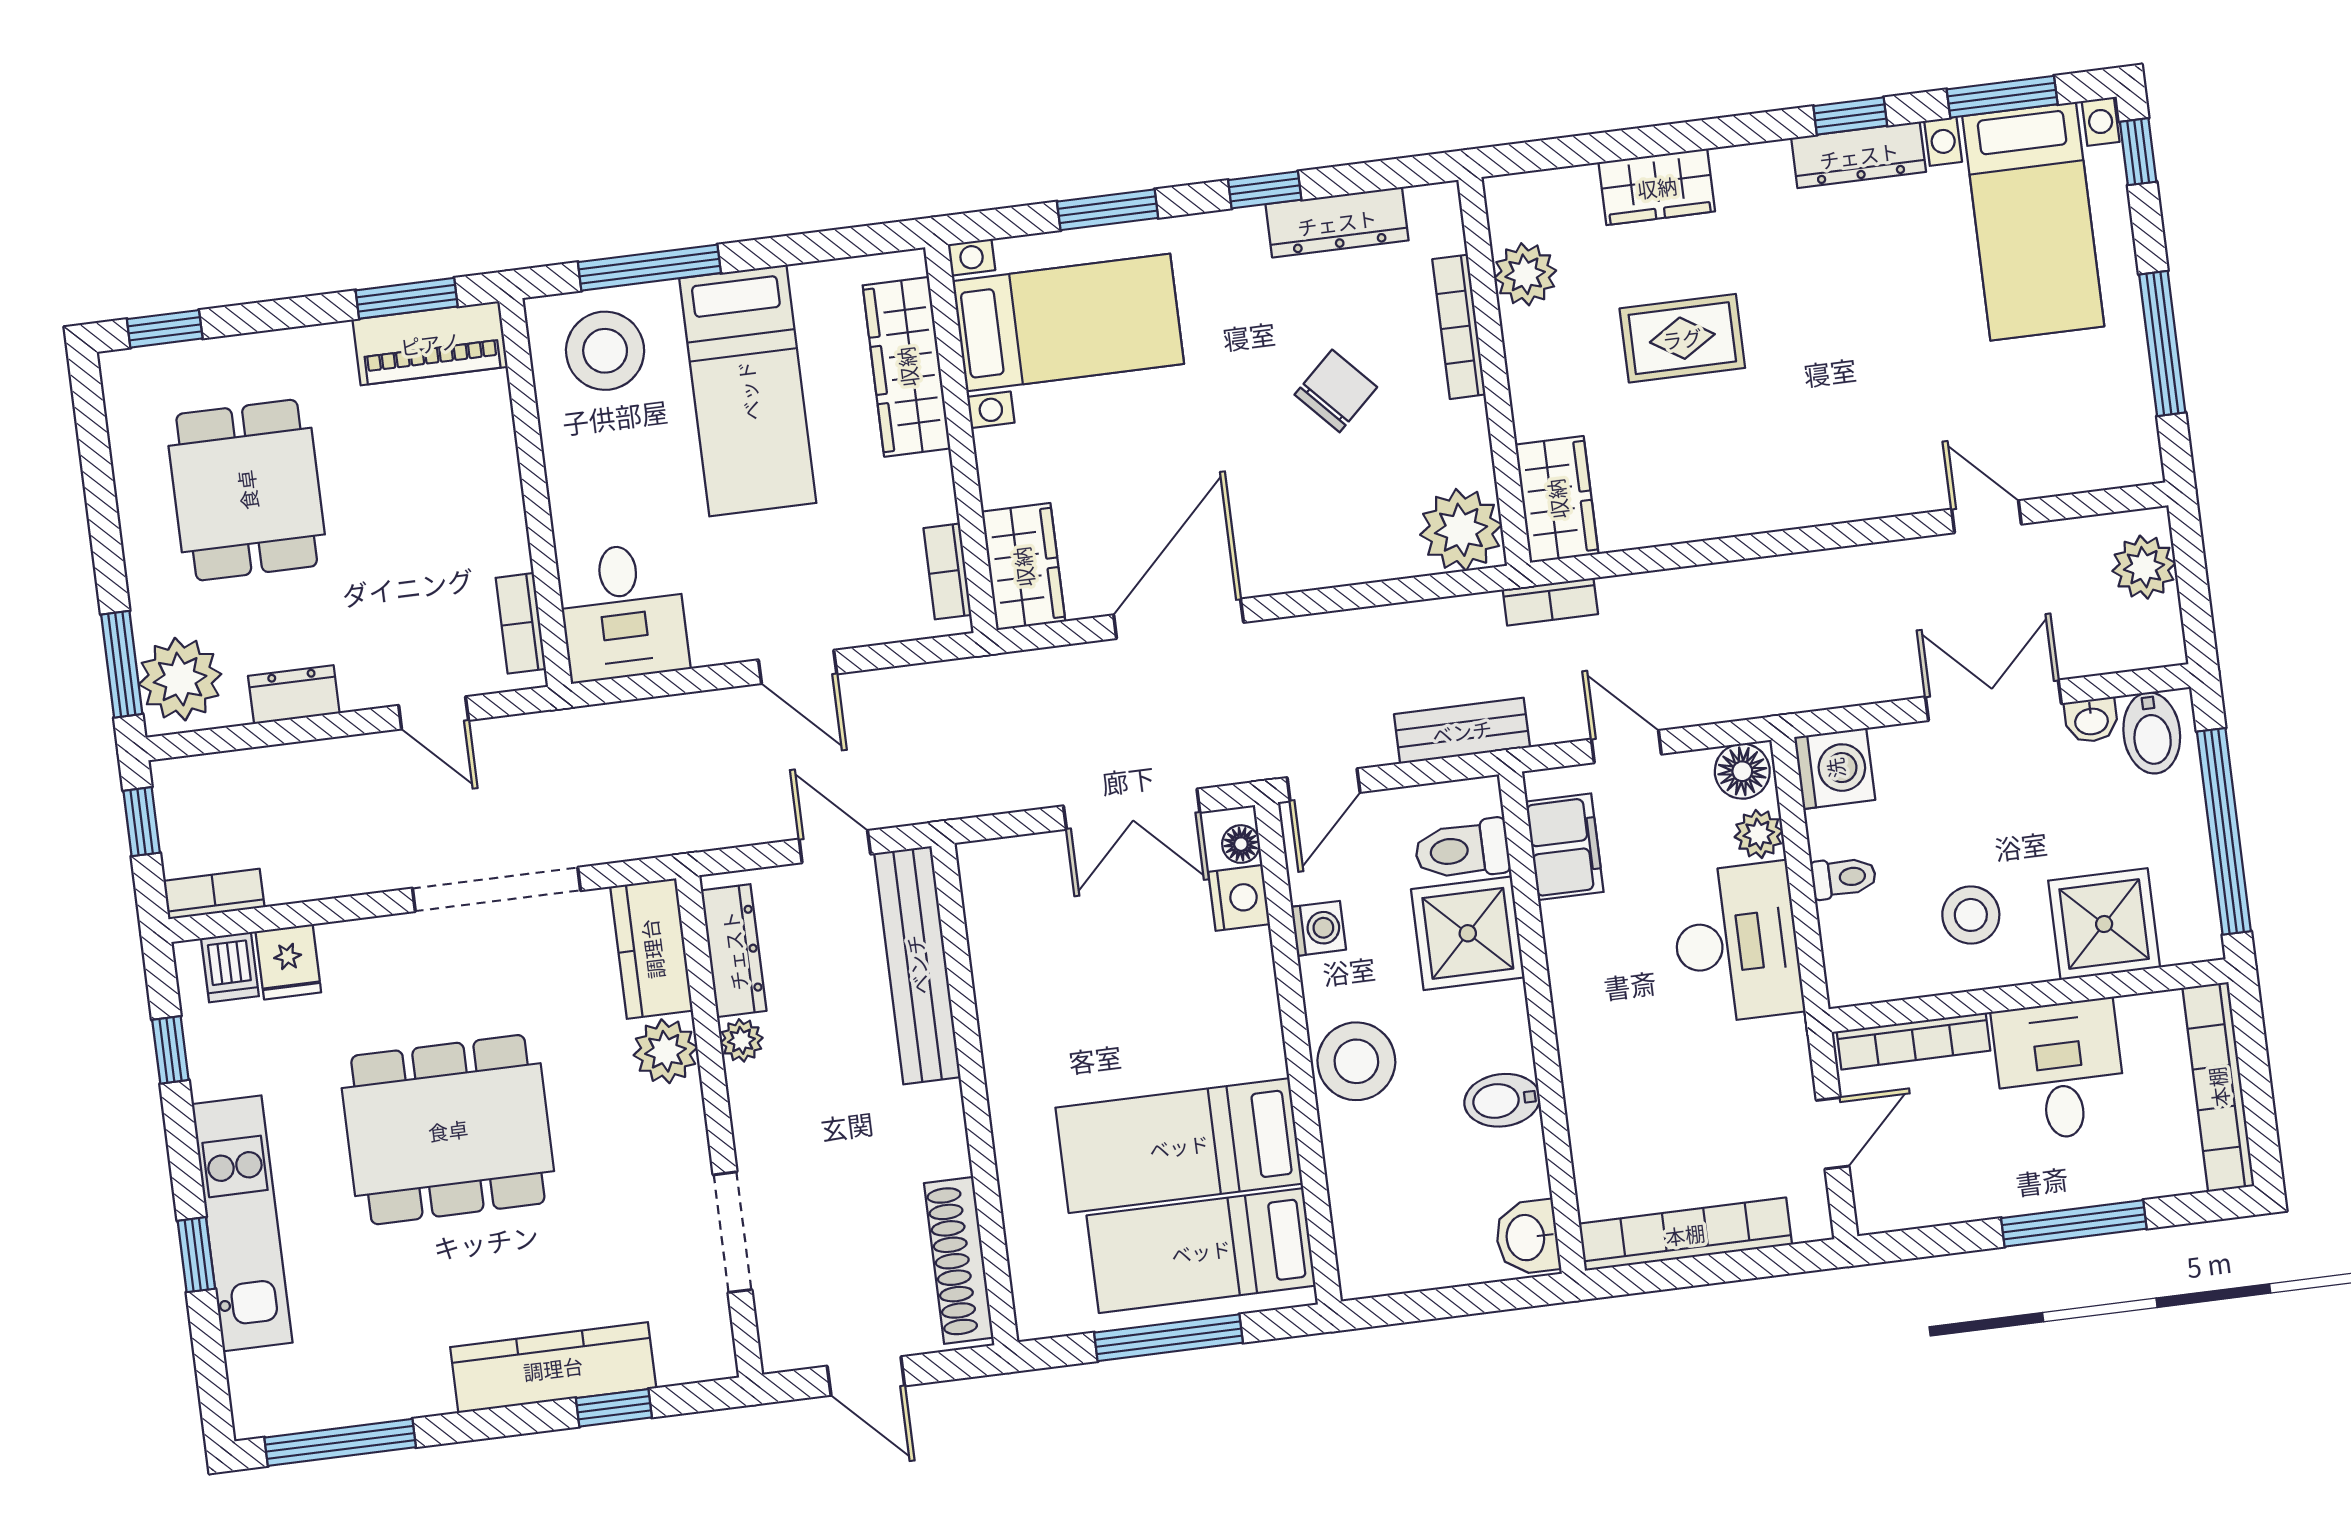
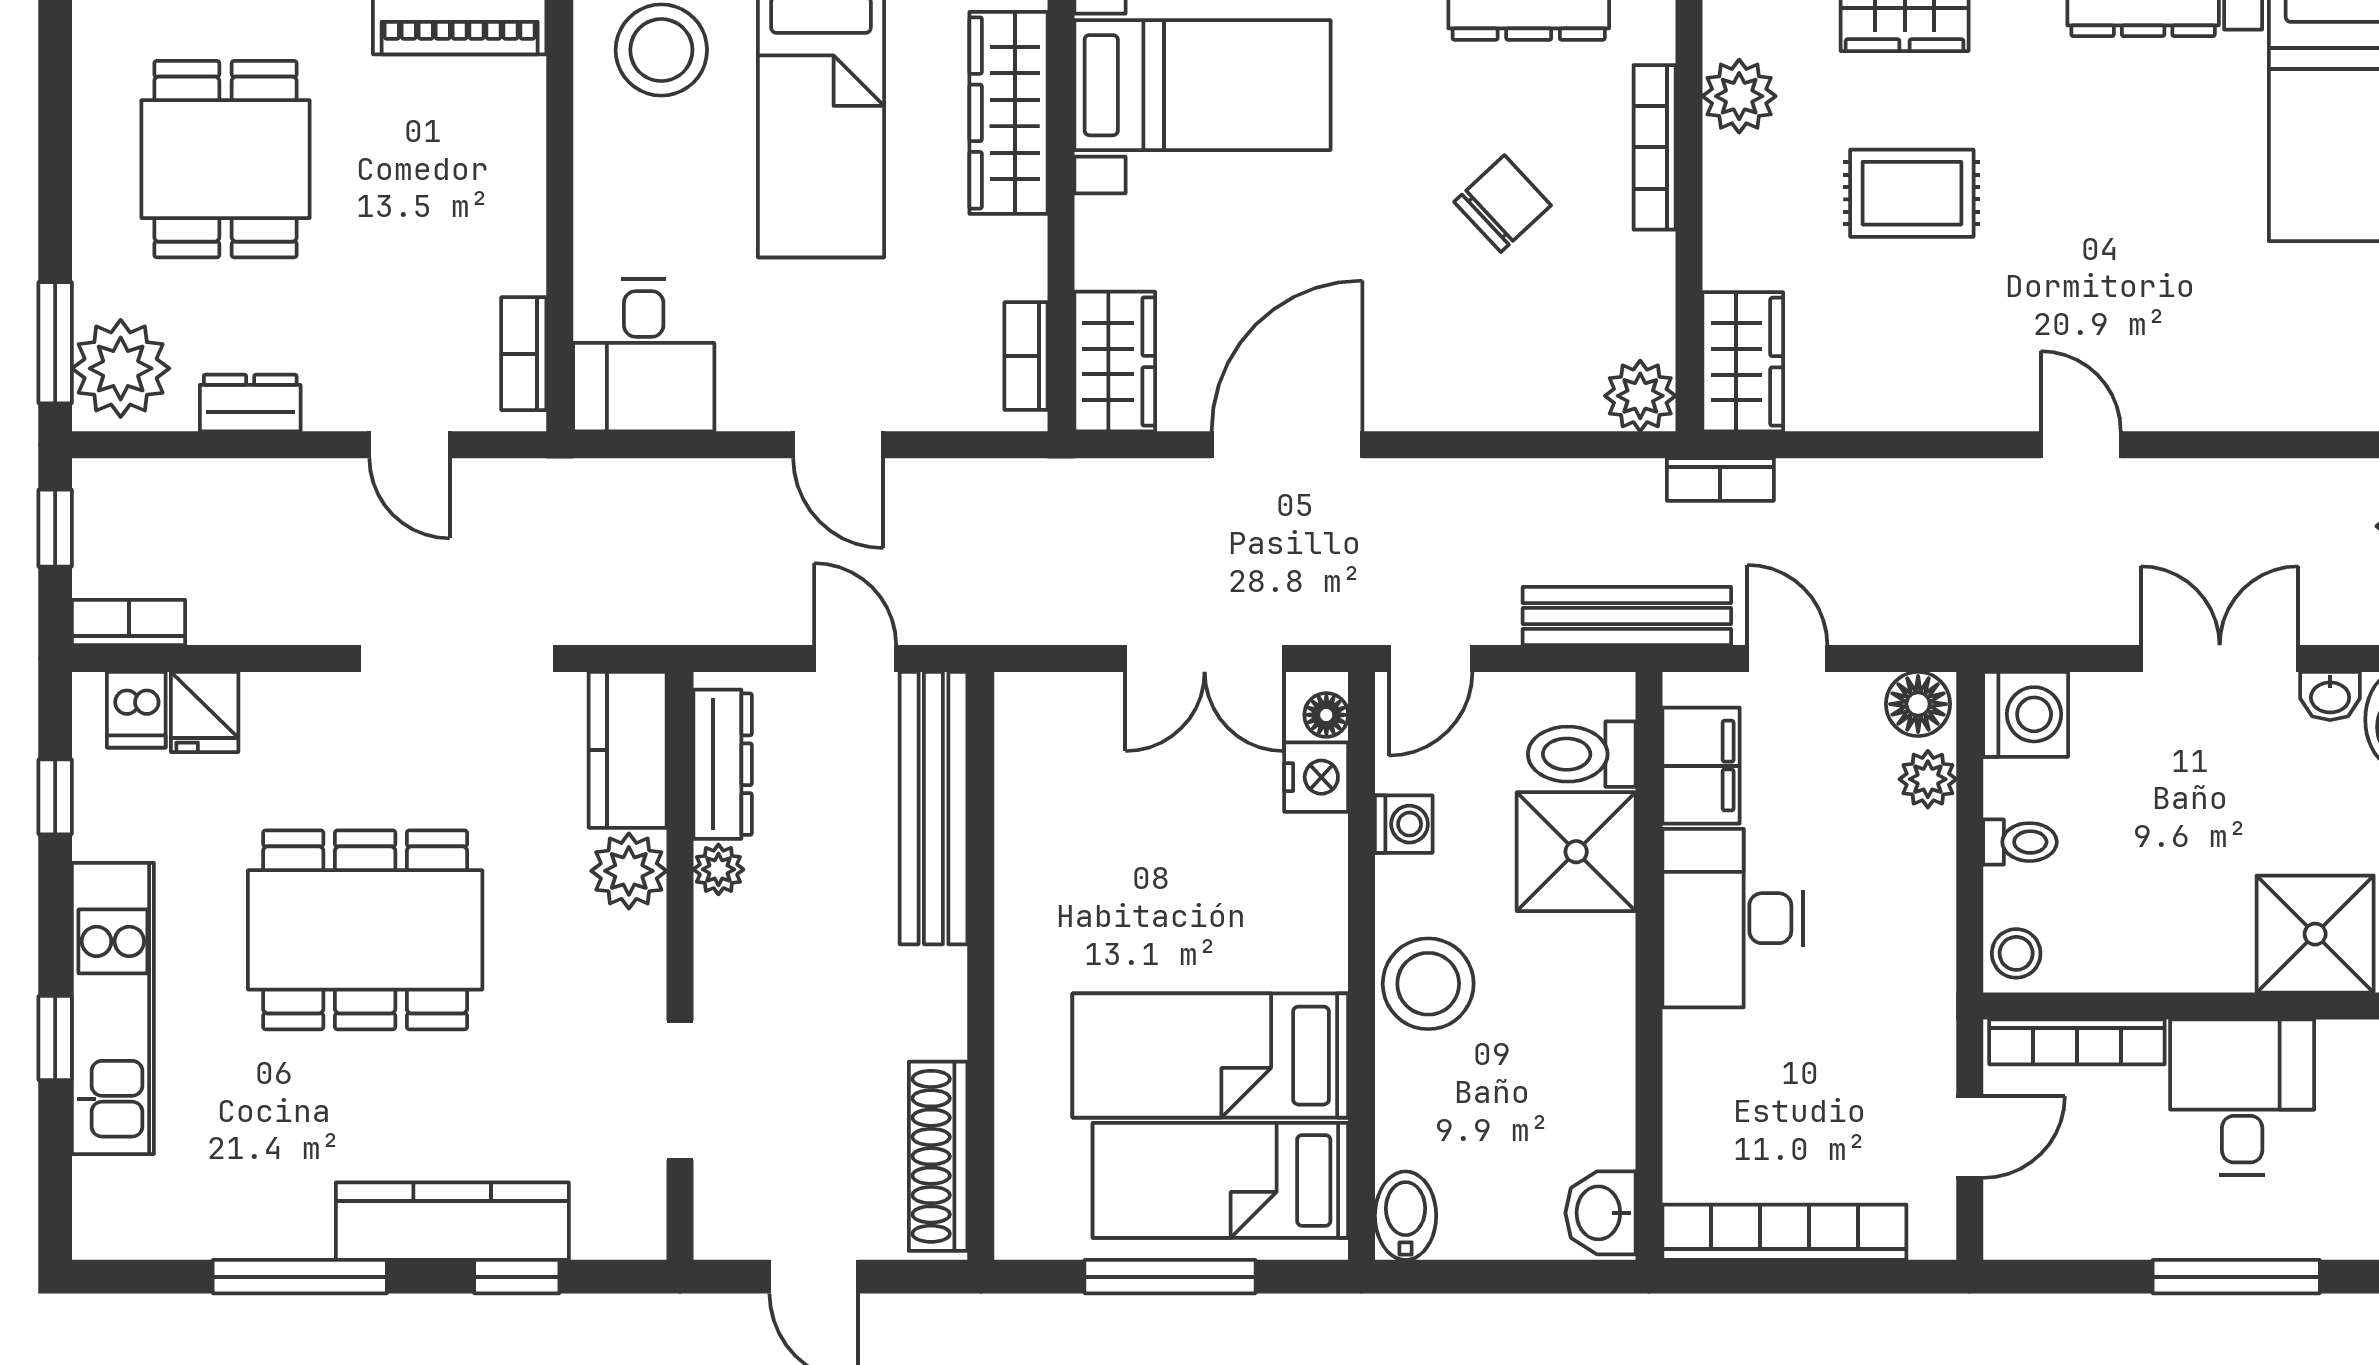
door: (1986, 517) -> (2081, 445), moved
plant: (1461, 530) -> (1640, 396), width x0.73, depth x0.73
bench: (1462, 731) -> (1627, 616), width x1.36
stool: (1971, 915) -> (2016, 953), moved, width x0.73, depth x0.73
desk: (1737, 943) -> (1732, 918), moved, turned 180
bidet: (1502, 1100) -> (1406, 1216), moved, turned 90
window: (340, 1442) -> (300, 1277), moved

